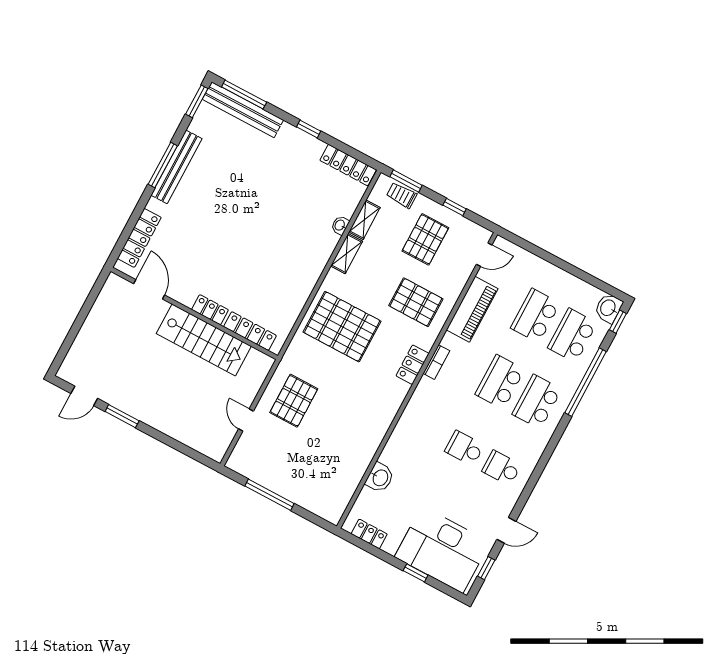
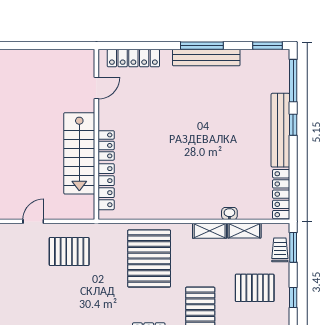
bench: (243, 110) -> (280, 130), moved
window: (309, 129) -> (293, 125), moved
door: (149, 289) -> (96, 88), width x0.73

